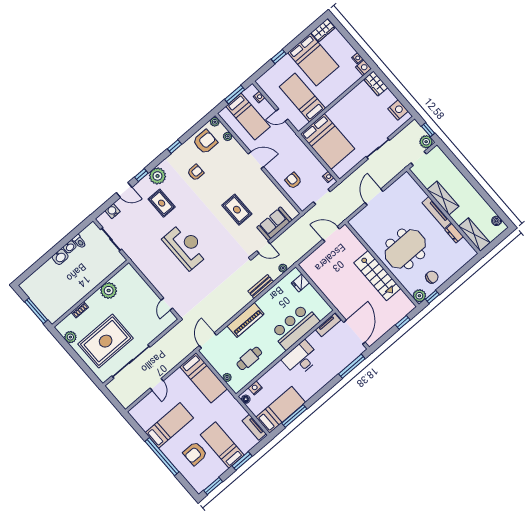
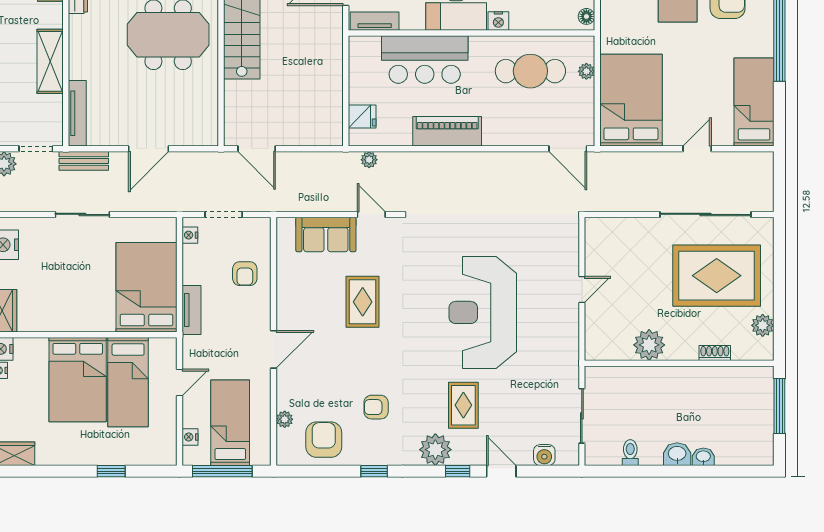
bed: (313, 60) -> (78, 380), moved, turned 180
window: (235, 95) -> (222, 471), width x1.44
door: (282, 115) -> (179, 382), hinge flipped
plant: (215, 122) -> (285, 457), removed
armchair: (205, 142) -> (324, 440), turned 90
tv unit: (302, 148) -> (191, 310), added
door: (256, 160) -> (273, 349), swing flipped
tv unit: (437, 213) -> (77, 113), moved
reception desk: (186, 246) -> (483, 312), width x1.36, depth x1.30
washbasin: (70, 247) -> (703, 457), moved
bench: (261, 286) -> (84, 161), moved
door: (167, 304) -> (582, 290), moved
piano: (246, 320) -> (447, 131), moved
door: (208, 340) -> (568, 149), hinge flipped
cafe table: (249, 358) -> (530, 71), width x1.37, depth x1.35
bed: (204, 378) -> (631, 100), width x1.50
nightstand: (255, 388) -> (498, 21), moved
bed: (169, 425) -> (754, 102), moved, turned 90

